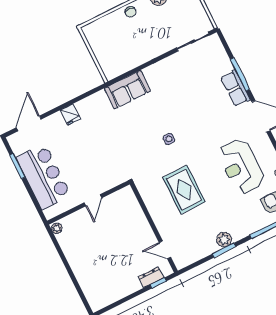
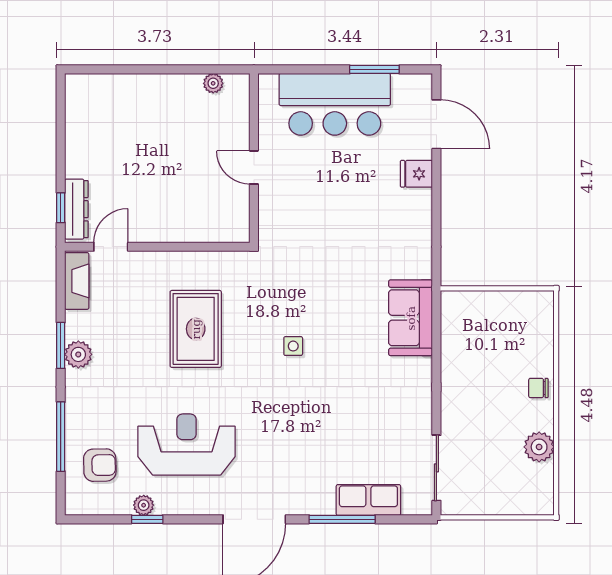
row of seats: (235, 88) -> (368, 500), moved
fridge: (70, 115) -> (416, 174), moved
rug: (184, 190) -> (196, 329), turned 90
plant: (57, 228) -> (213, 83), moved
fireplace: (189, 258) -> (77, 281), added
dresser: (151, 277) -> (76, 209), width x1.44

